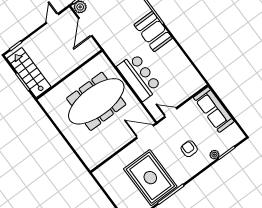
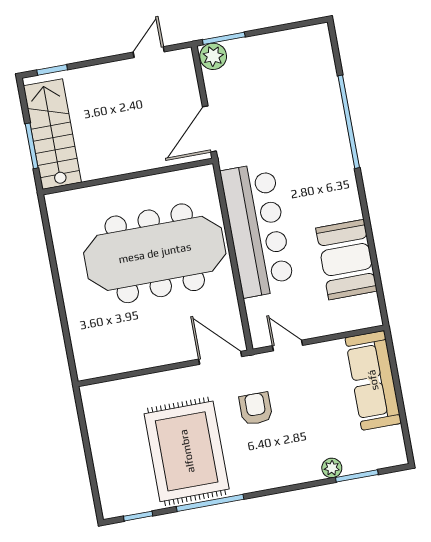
door: (85, 27) -> (209, 129), moved
booth: (153, 32) -> (346, 260), moved
bar counter: (139, 77) -> (257, 230), width x1.36
armchair: (189, 149) -> (256, 409), moved

